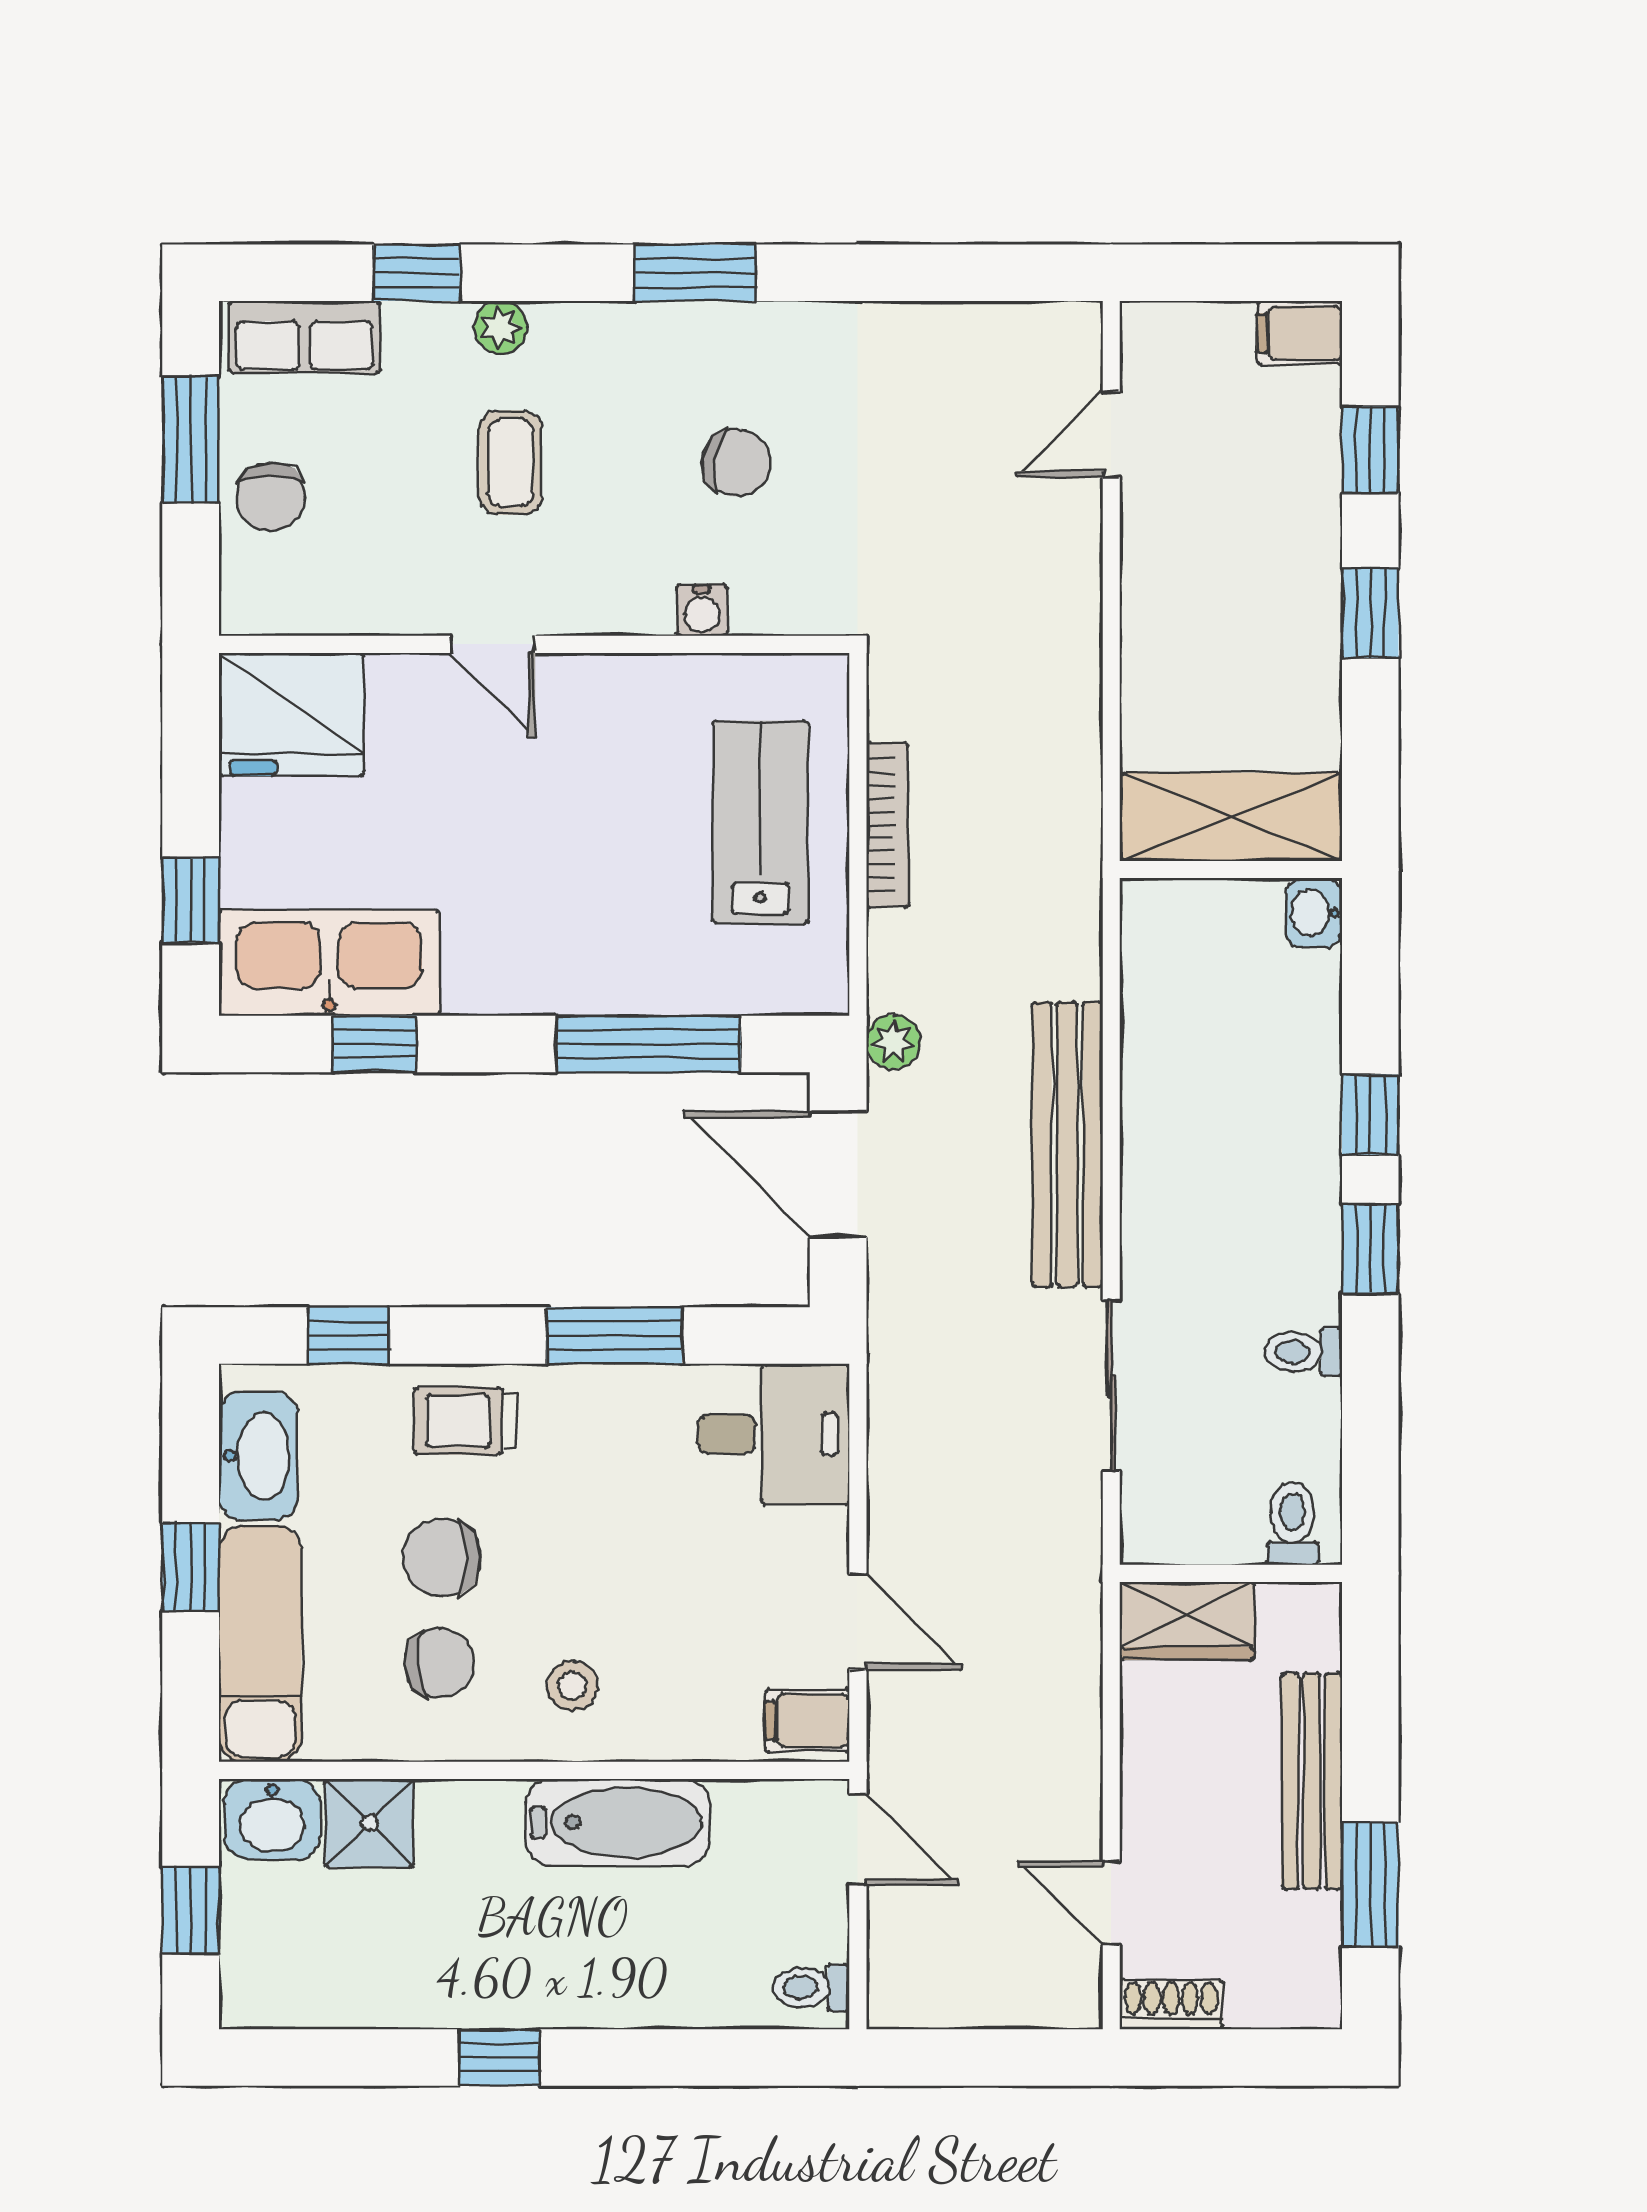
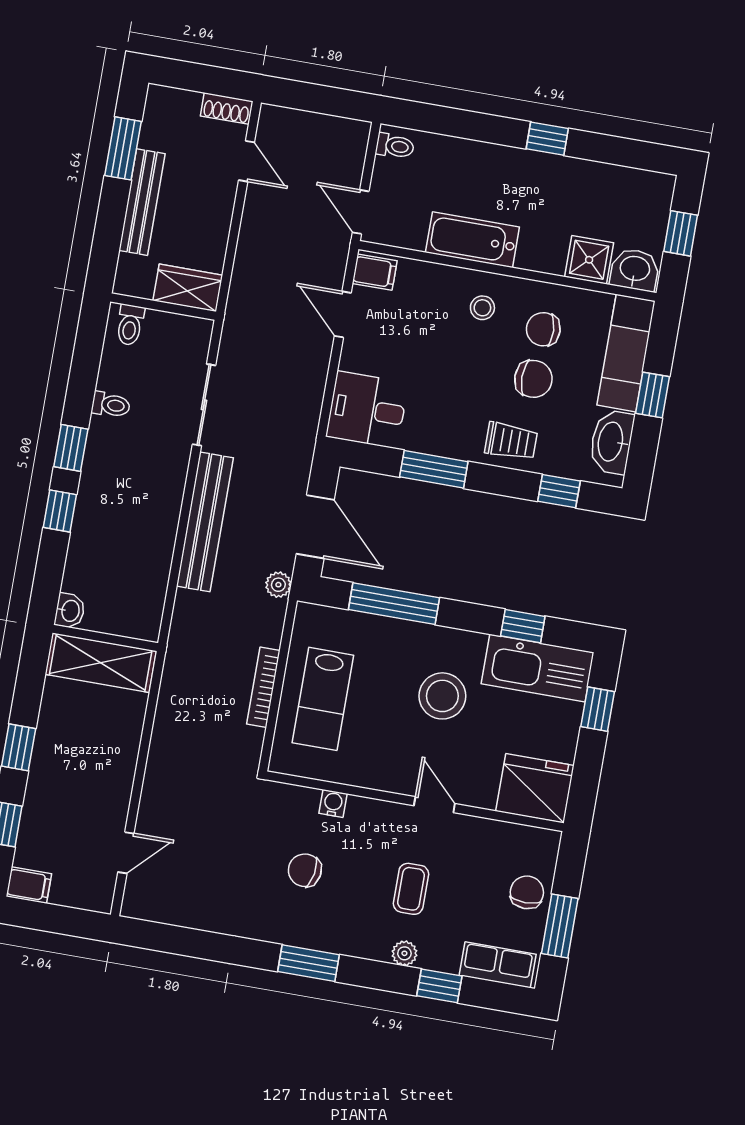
stool: (515, 871) -> (442, 696), added

